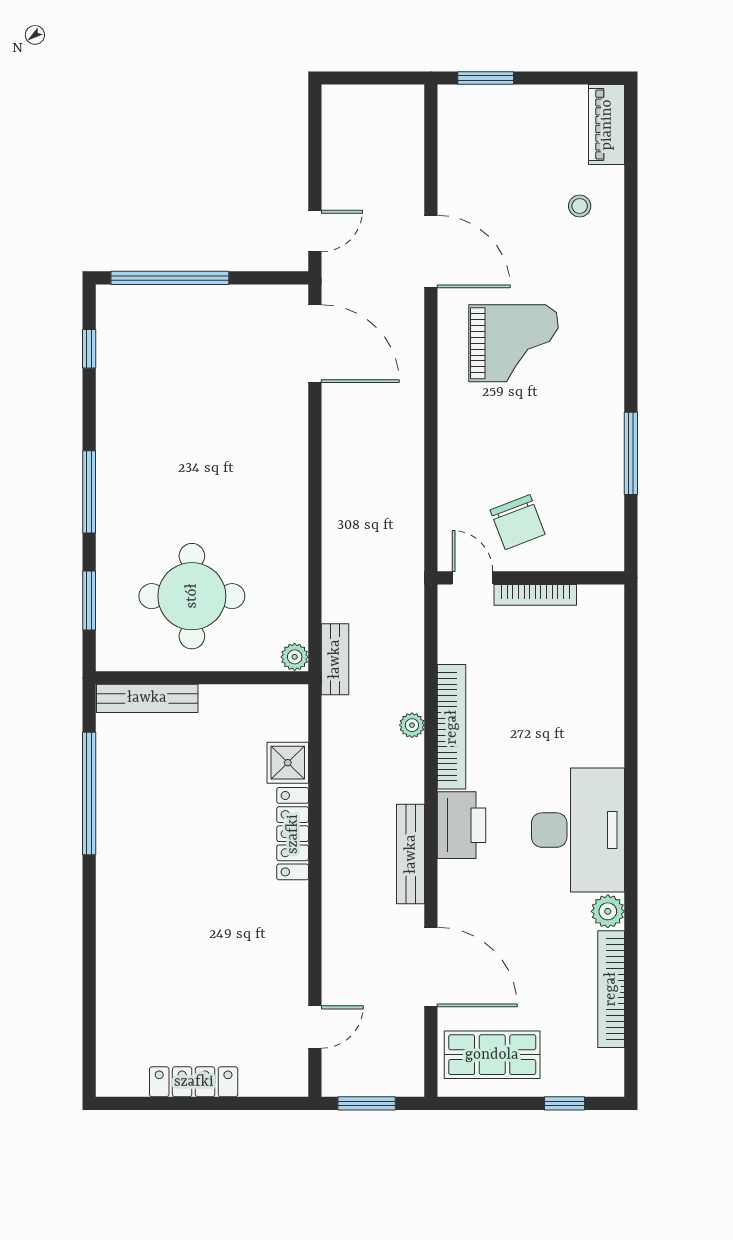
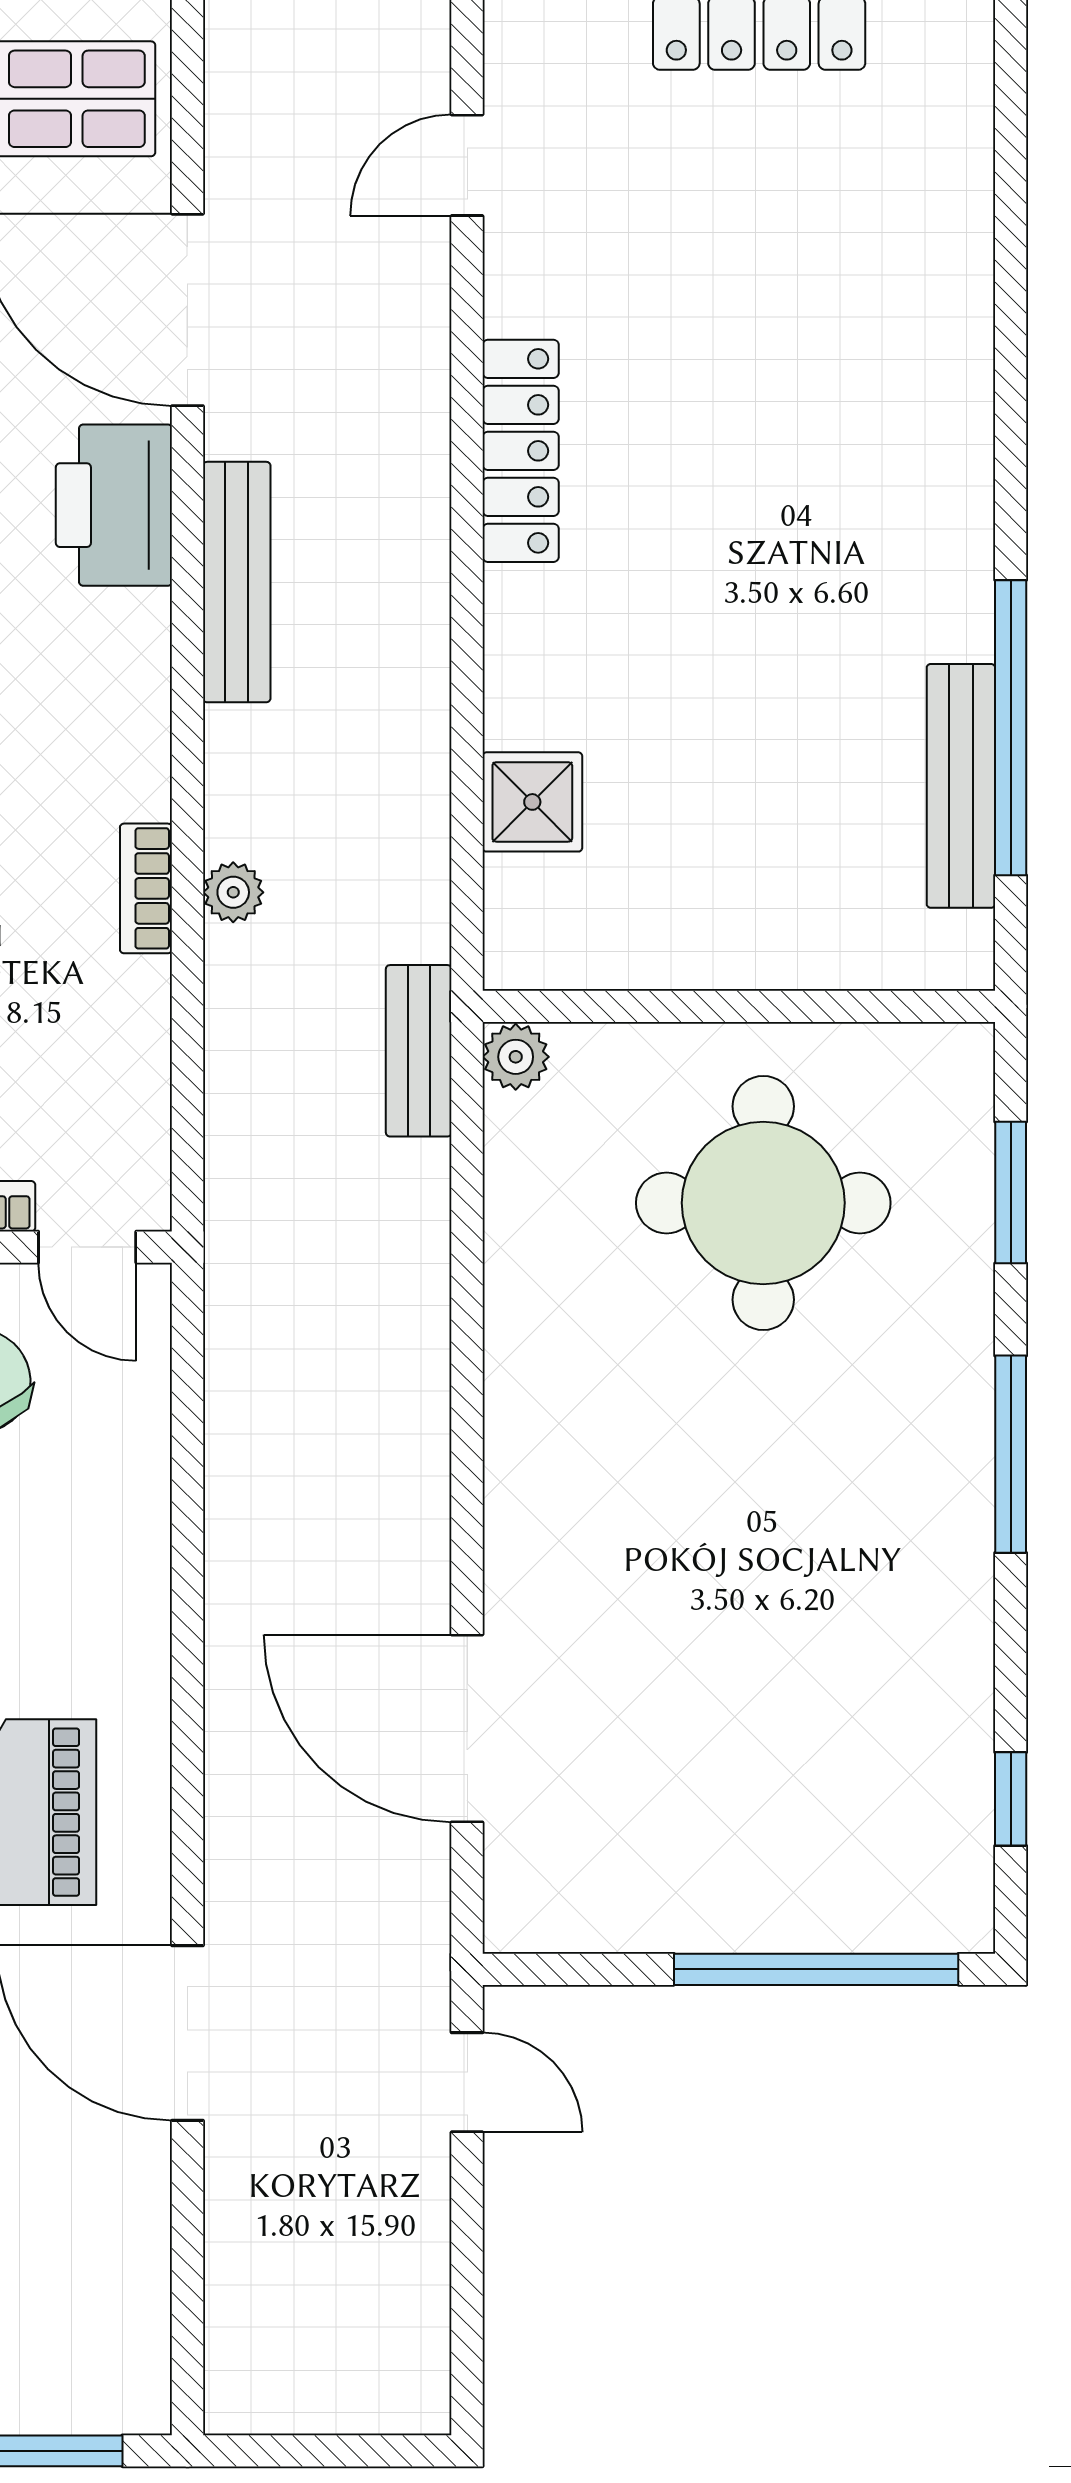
door: (315, 231) -> (467, 2082), swing flipped
door: (315, 344) -> (467, 1728), moved
bench: (147, 698) -> (961, 786), moved, turned 90
bookcase: (452, 727) -> (146, 888), width x0.43, depth x0.76
printer: (461, 825) -> (114, 505), moved
locker: (293, 834) -> (521, 451), moved

